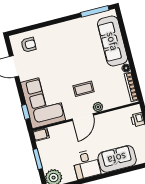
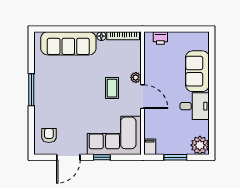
window: (95, 11) -> (31, 90), moved
window: (26, 112) -> (102, 157), moved

